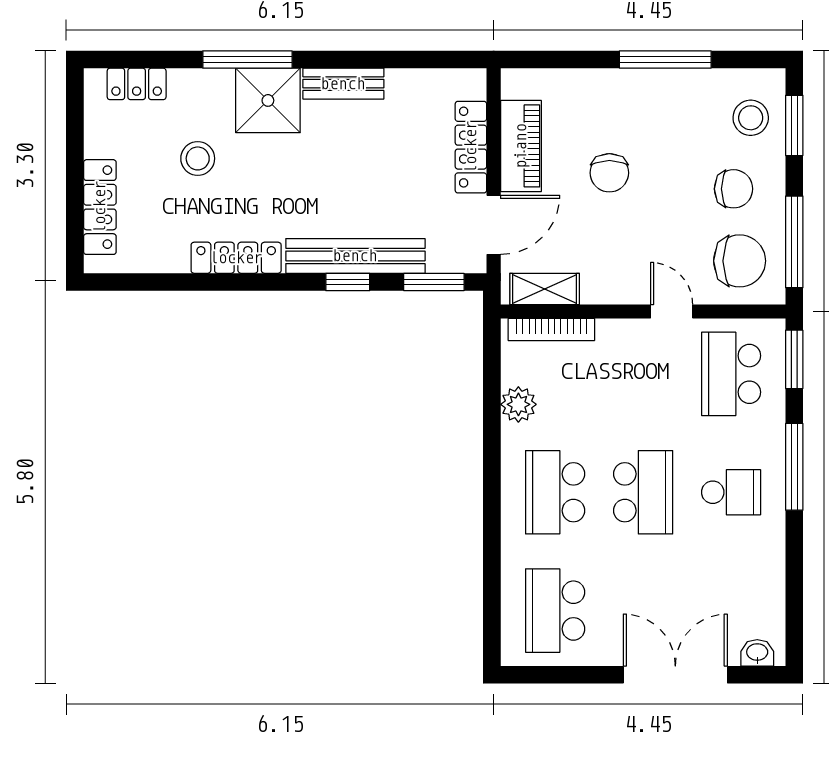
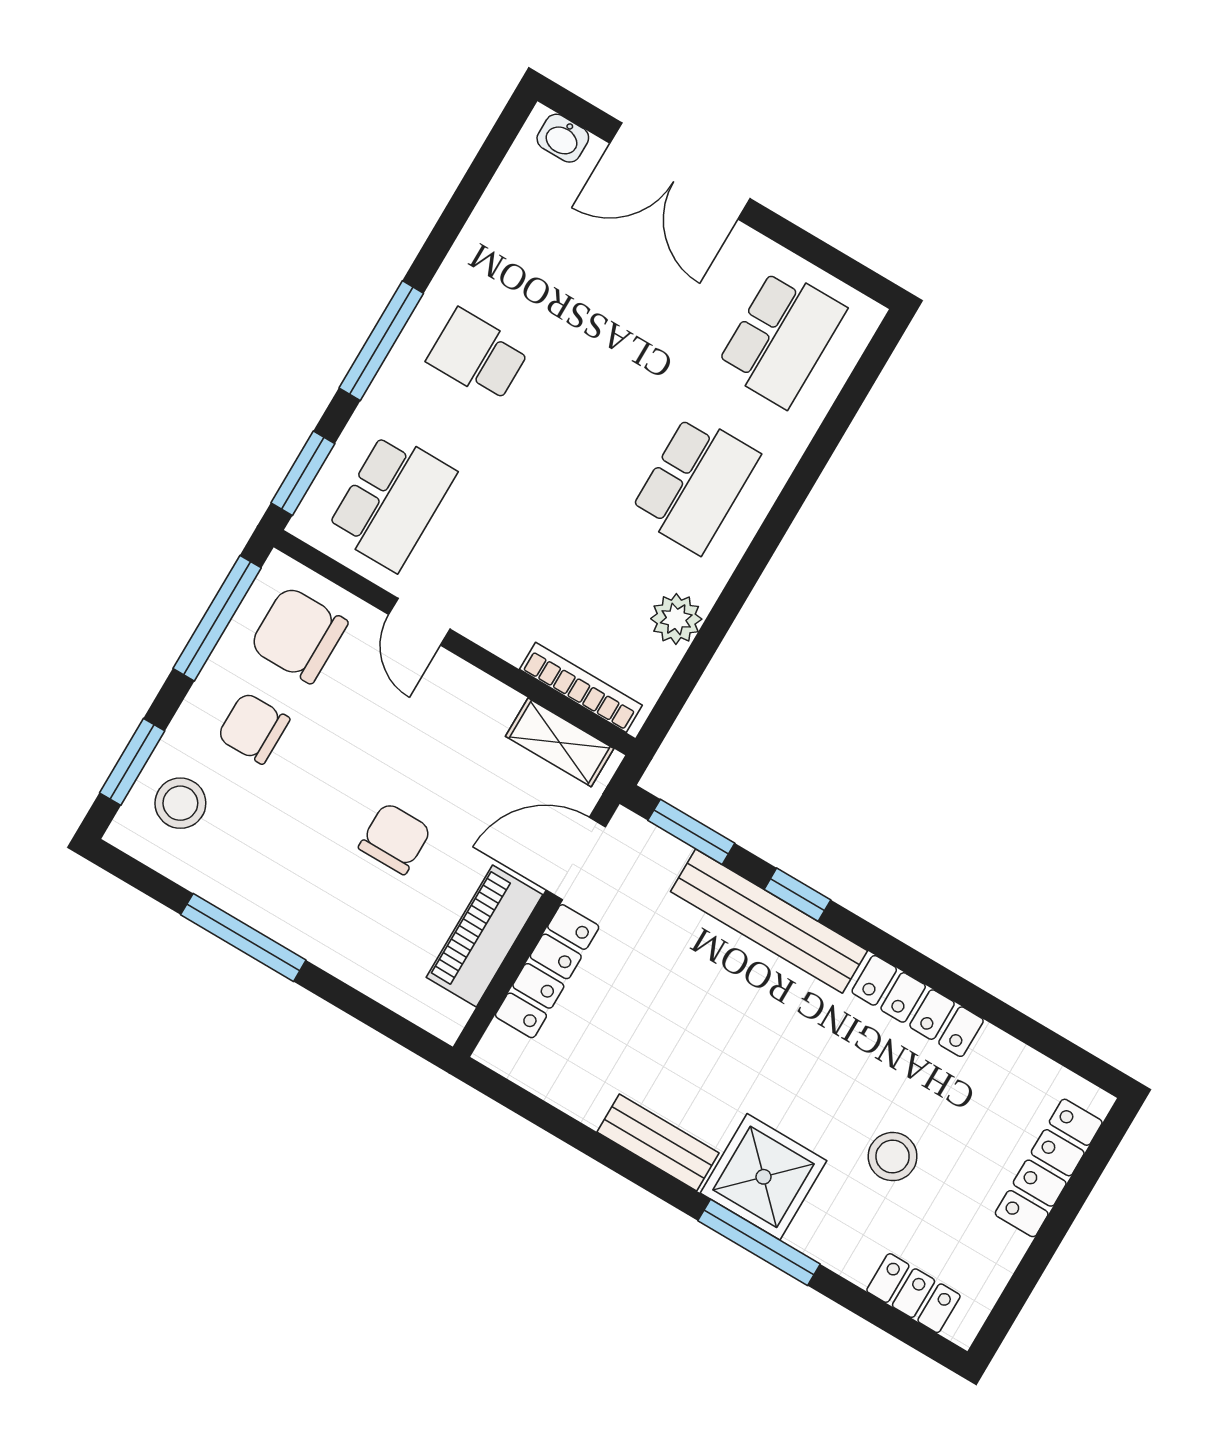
school desk: (643, 492) -> (586, 420), removed

